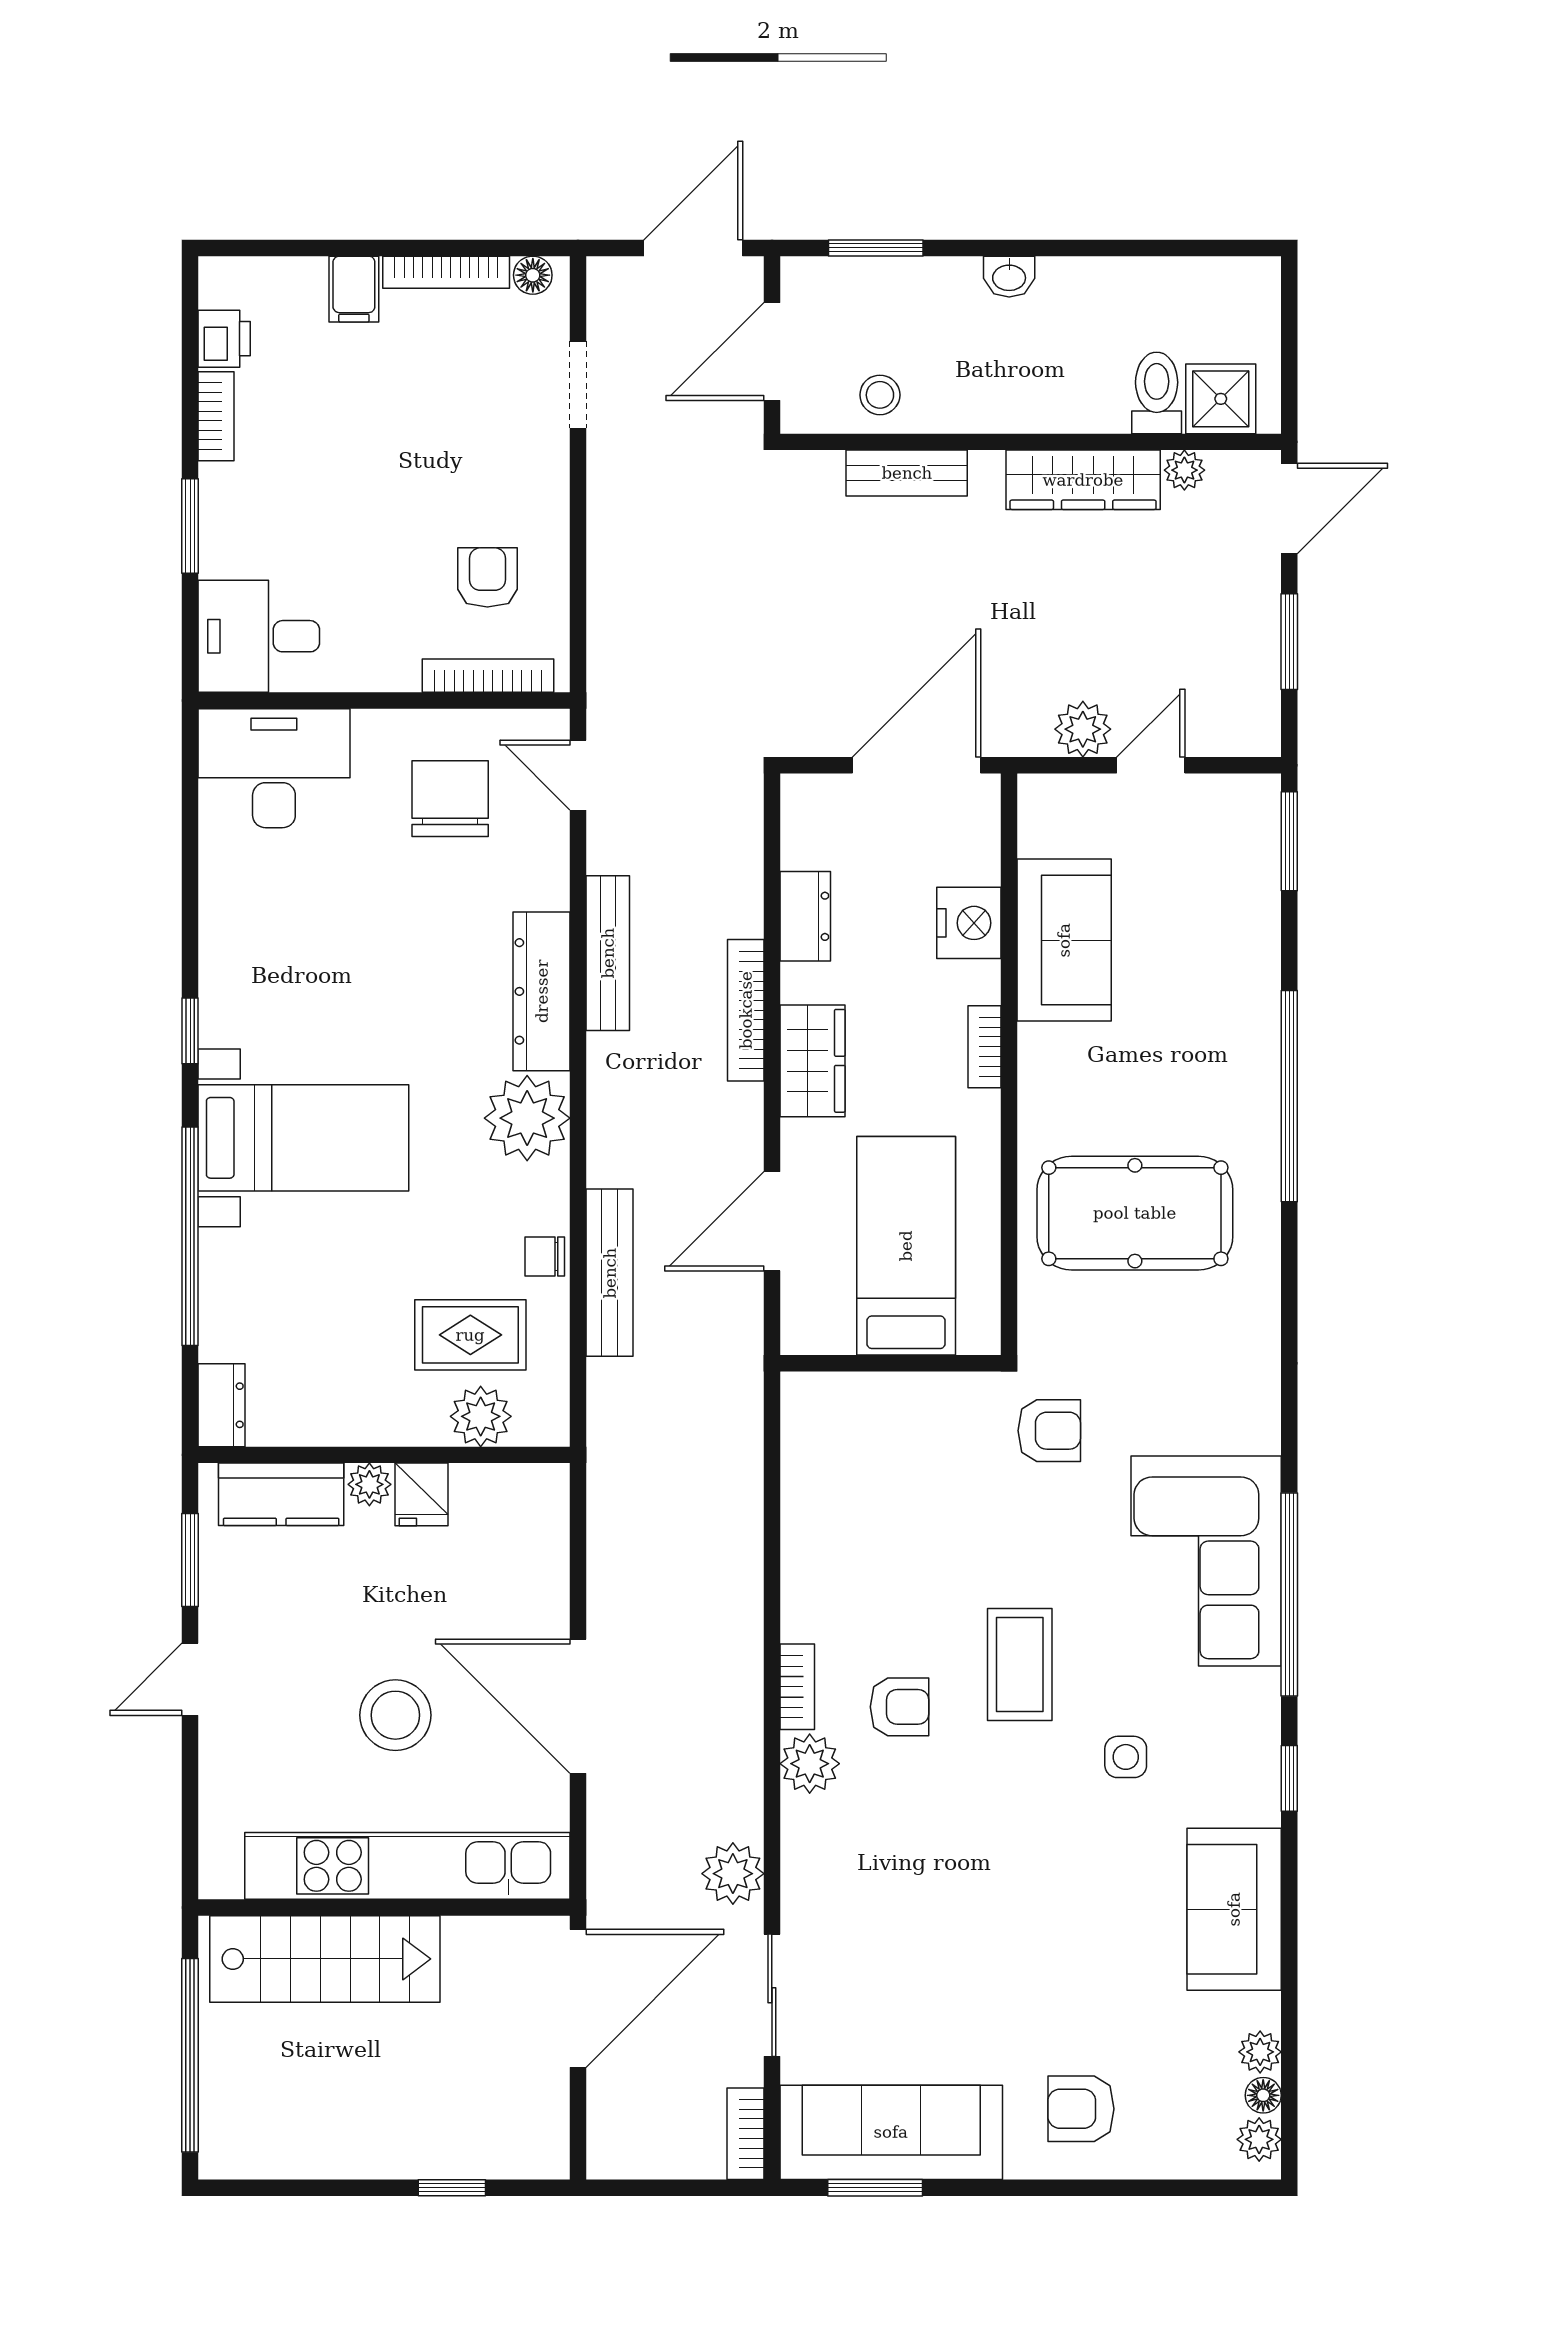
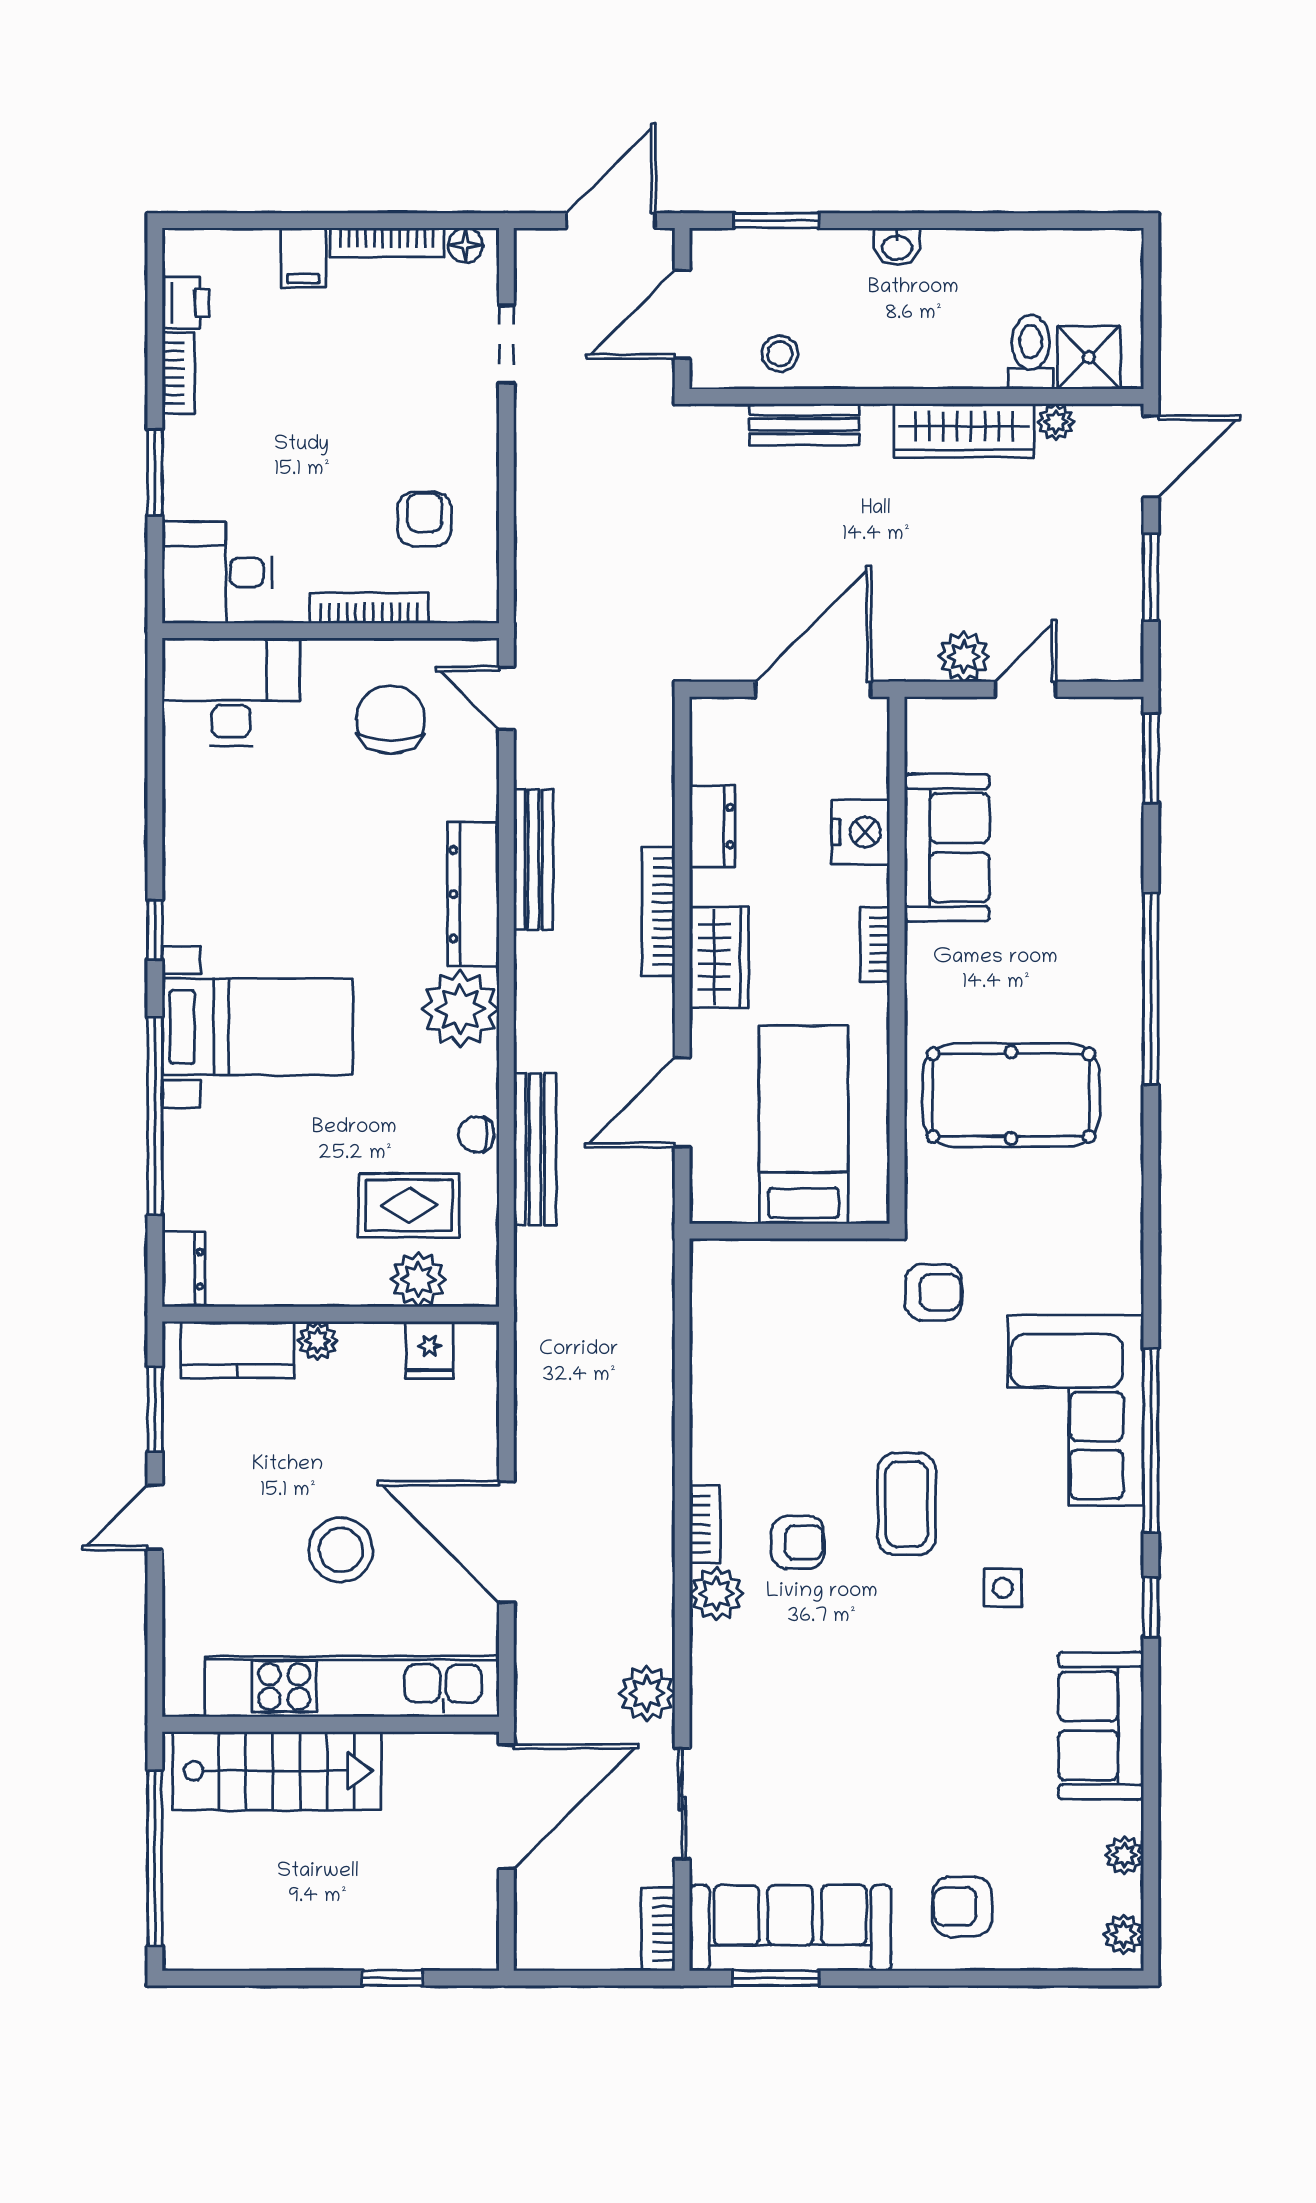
bookcase: (488, 676) -> (369, 608), moved
fridge: (422, 1494) -> (429, 1350), moved
floor lamp: (1263, 2095) -> (1127, 1894), removed

